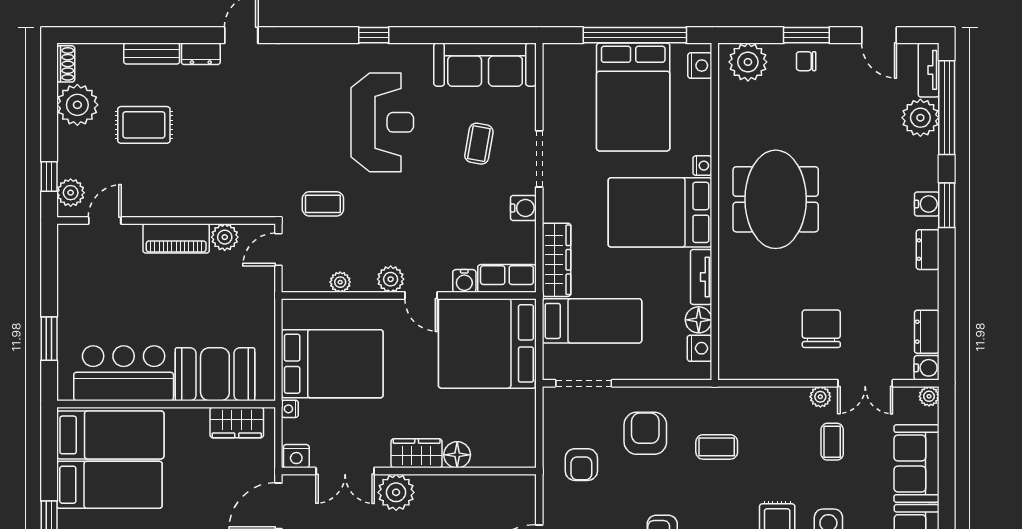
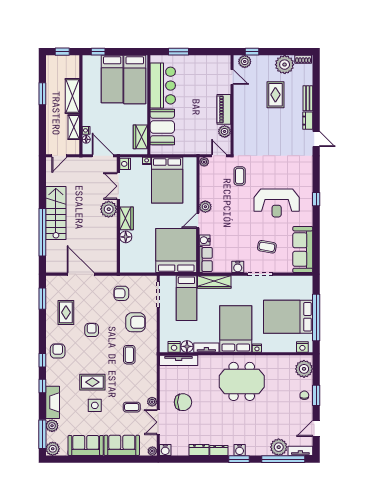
plant: (340, 282) -> (204, 162), moved
dresser: (927, 332) -> (199, 450), moved
tv unit: (729, 338) -> (179, 360), added

